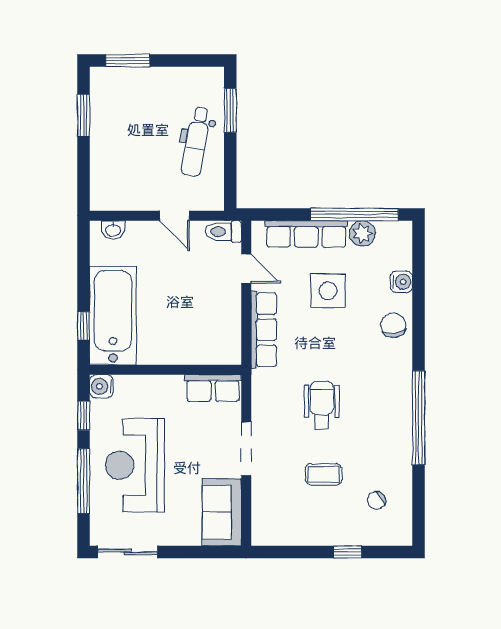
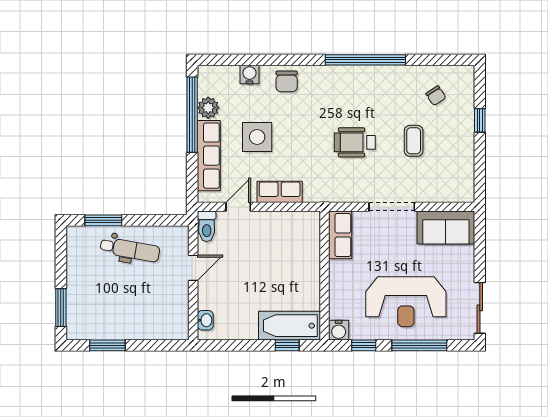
bathtub: (113, 316) -> (290, 326), width x0.73, depth x0.73
chair: (393, 325) -> (287, 81), turned -83
row of seats: (264, 330) -> (280, 192), width x0.68

